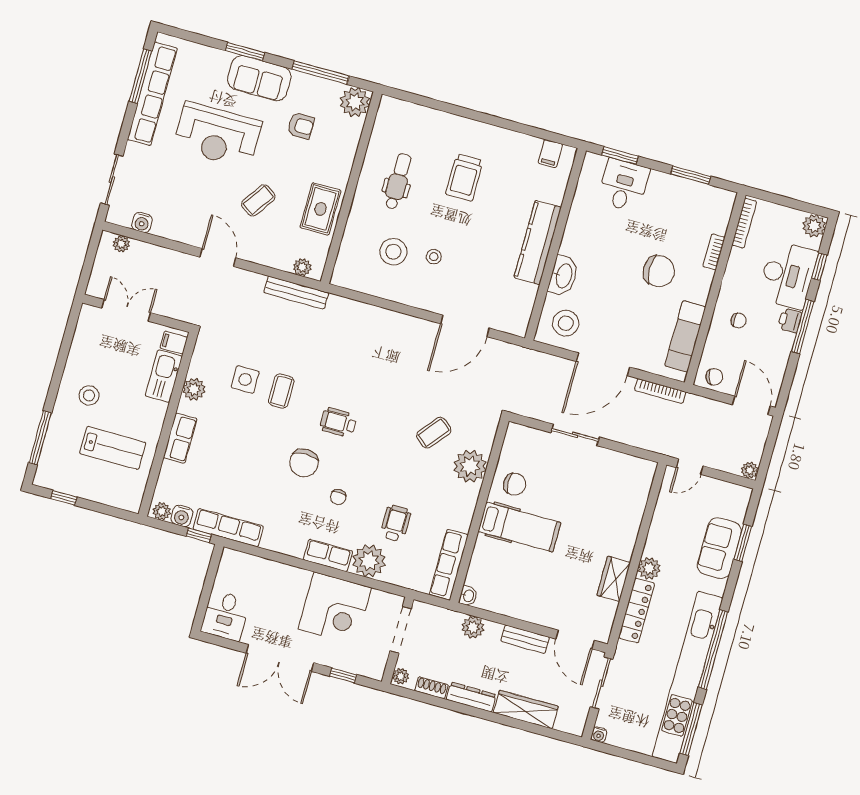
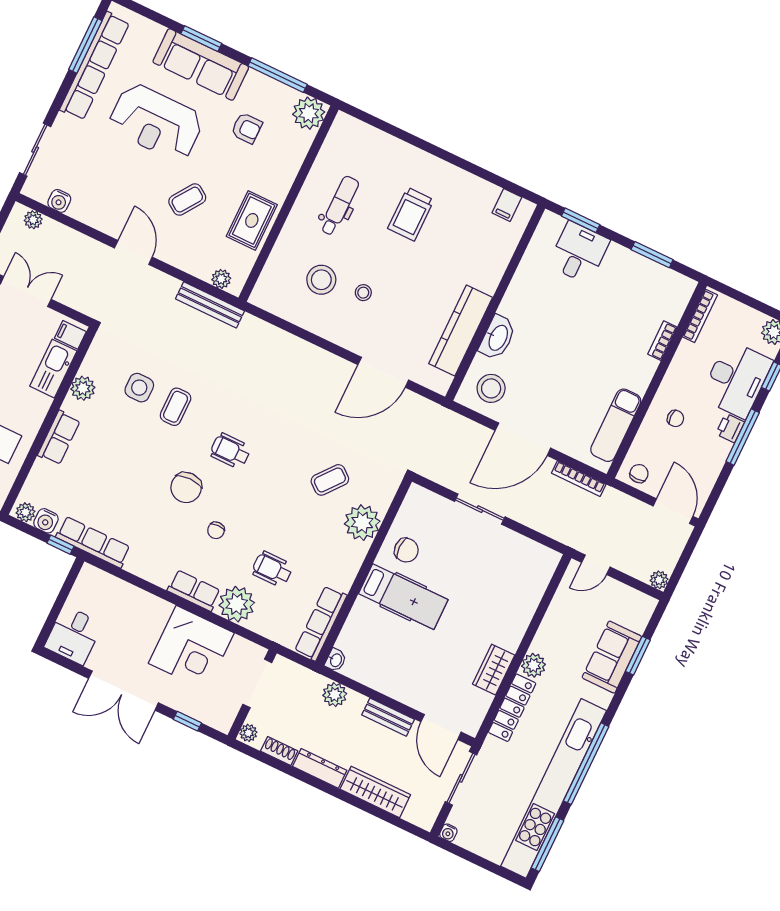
sofa: (259, 78) -> (201, 64), width x1.36
kitchen counter: (538, 242) -> (461, 330), moved
chair: (659, 271) -> (600, 351), removed
chair: (714, 377) -> (639, 474), turned -71
wheelchair: (396, 523) -> (272, 569), turned -90

